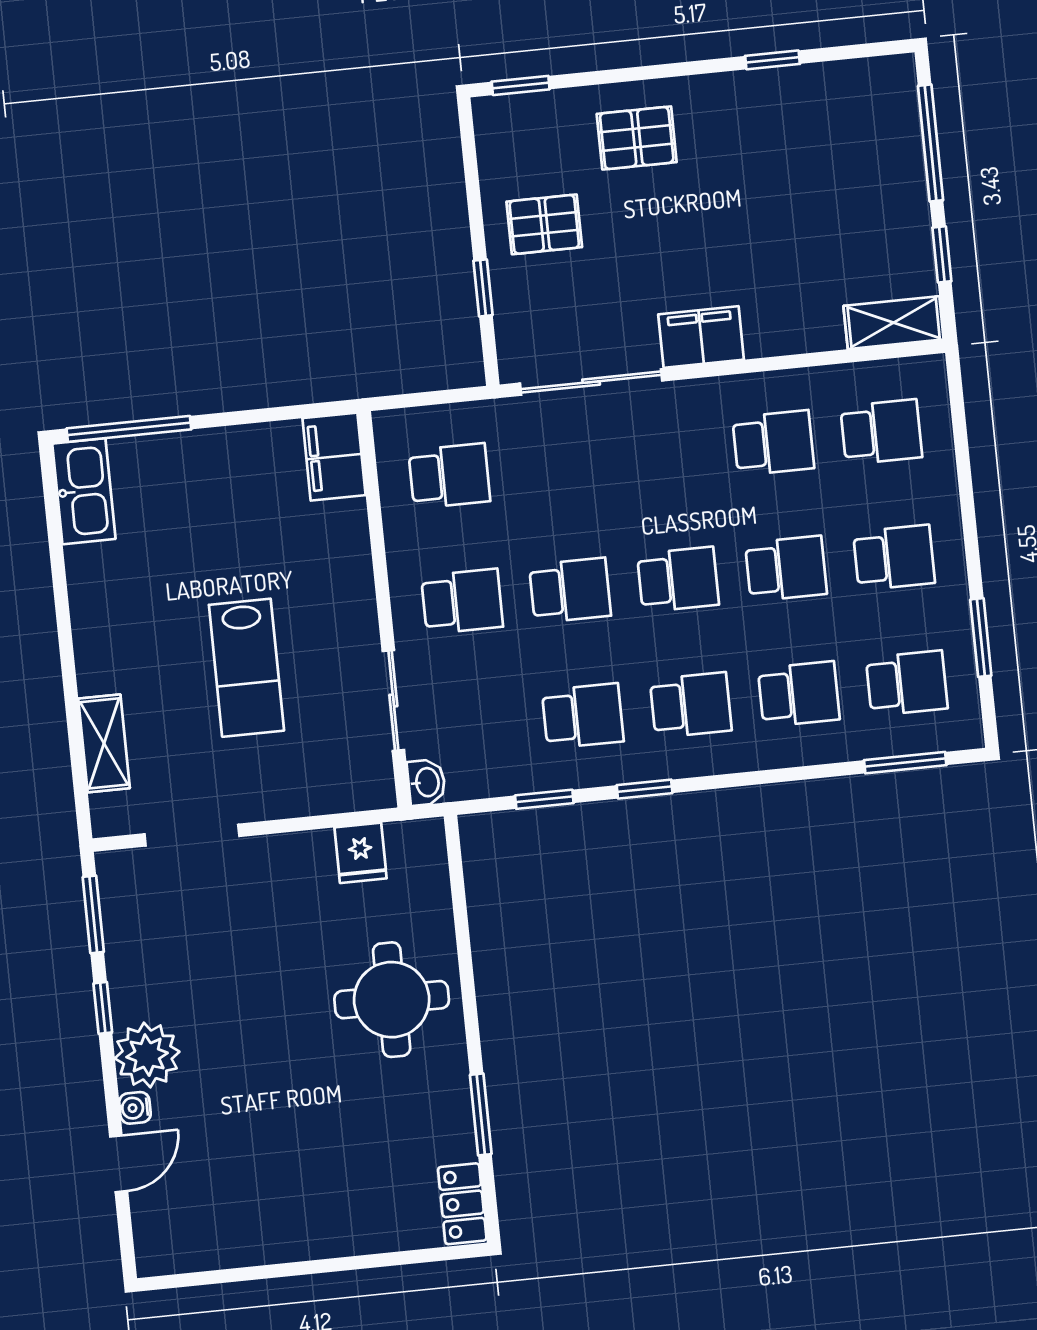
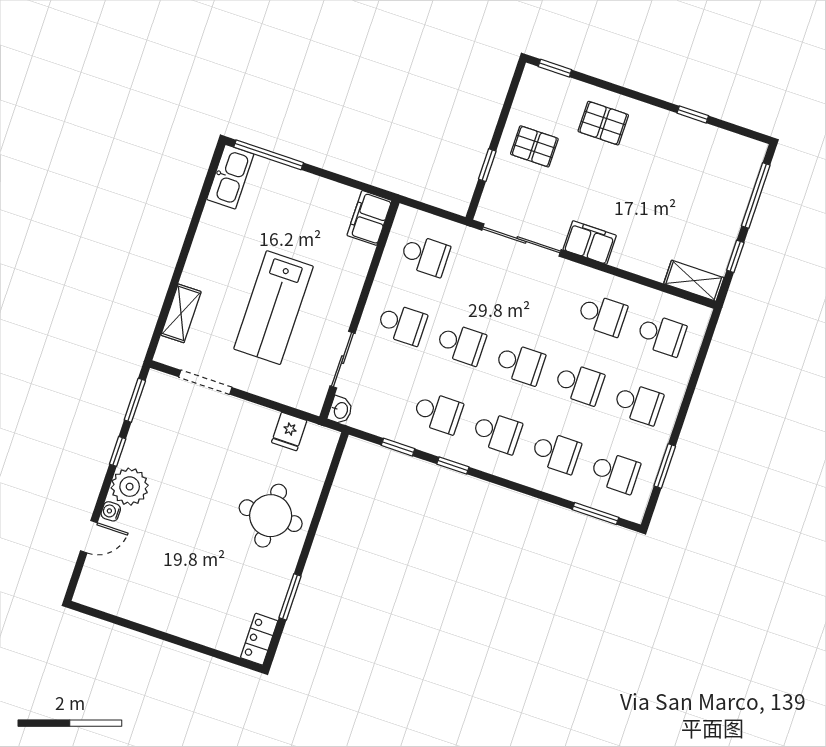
lab bench: (246, 668) -> (273, 308), width x1.36, depth x1.39

